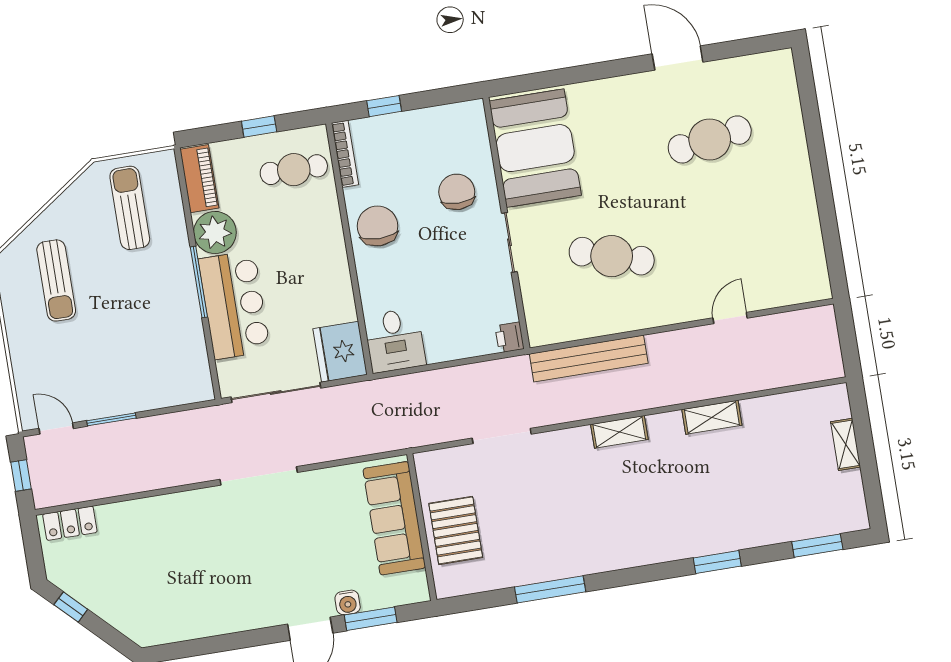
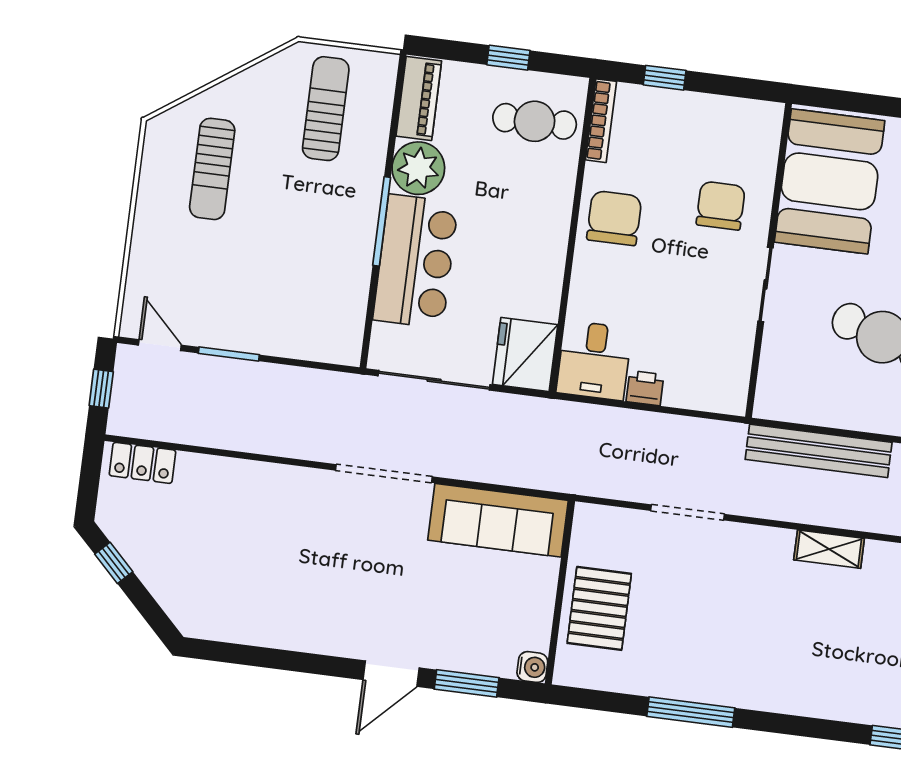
printer: (510, 337) -> (645, 388), moved, turned 90
sofa: (394, 518) -> (498, 520), moved, turned -90
water cooler: (348, 602) -> (532, 667), moved, turned -90

